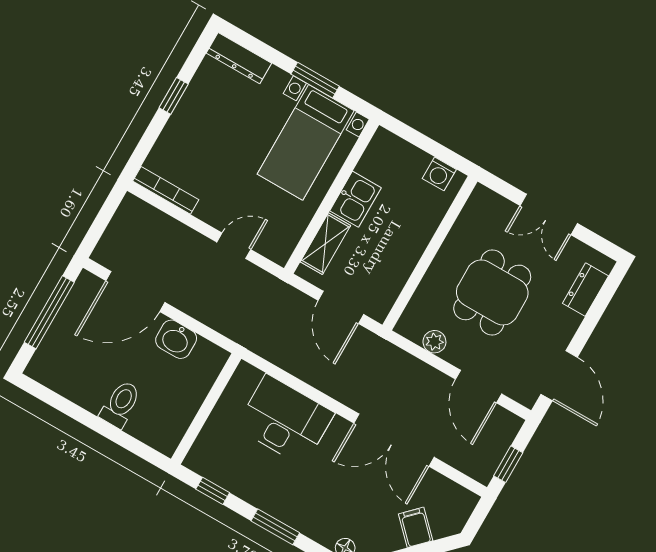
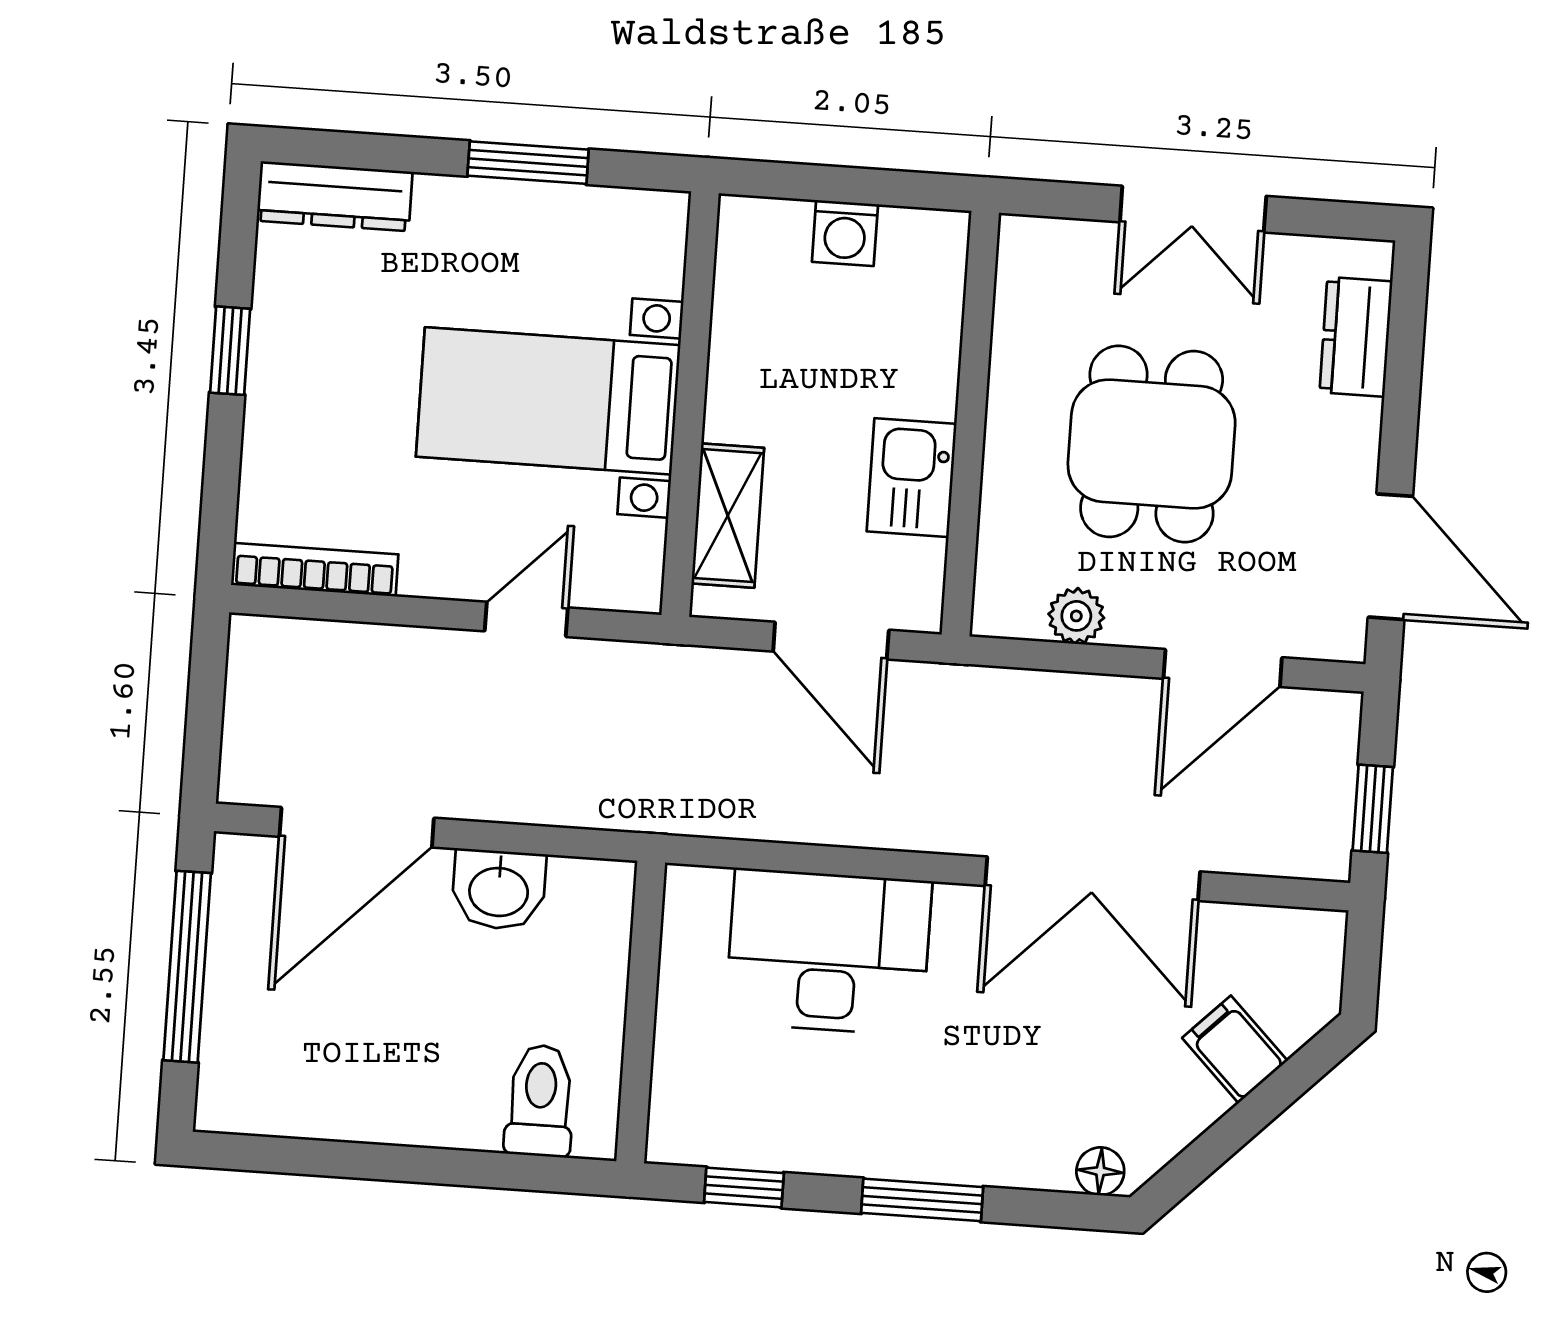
bed with nightstands: (306, 142) -> (548, 401), moved, turned 90
washing machine: (439, 174) -> (845, 233), moved
kitchen sink: (355, 199) -> (912, 478), moved, turned 180
door: (479, 387) -> (1223, 668), hinge flipped
toilet: (121, 404) -> (540, 1101), moved

